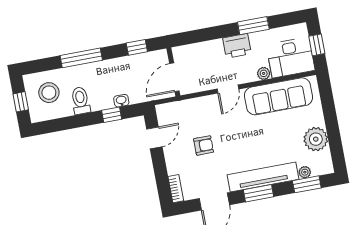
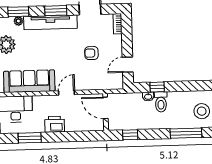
window: (253, 26) -> (30, 138), moved
window: (81, 58) -> (186, 133), moved
plant: (264, 73) -> (38, 100), removed
door: (174, 77) -> (105, 108), swing flipped
toilet: (81, 101) -> (161, 102), moved

